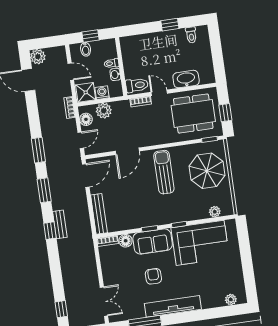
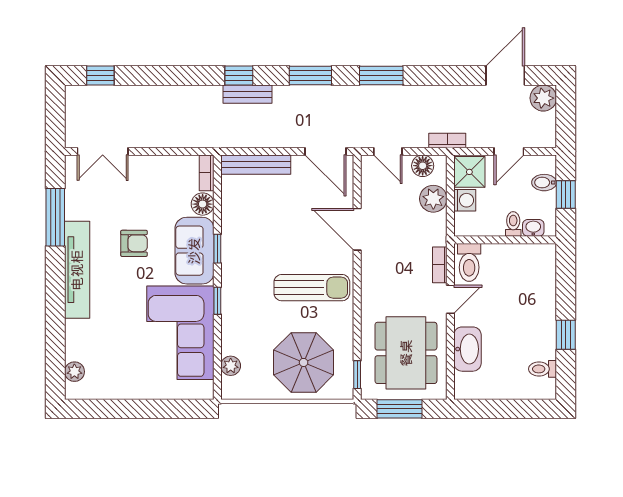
washbasin: (115, 74) -> (533, 228), moved
window: (225, 113) -> (400, 409), width x1.50

